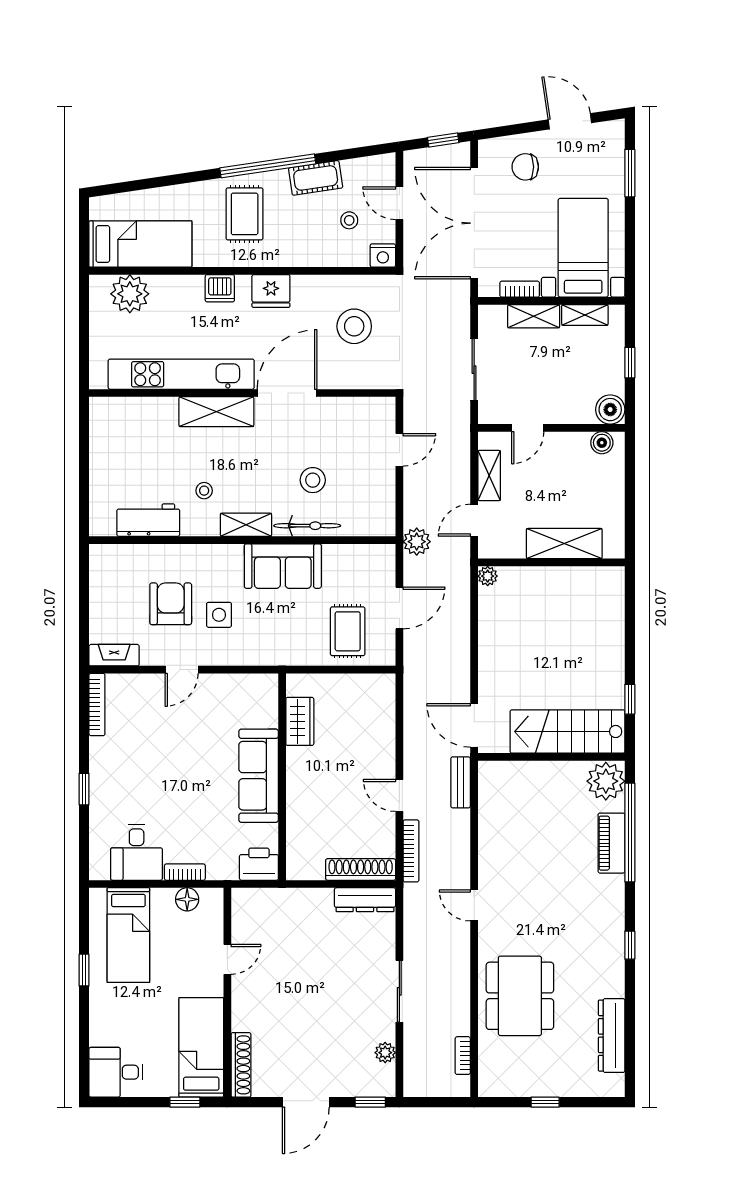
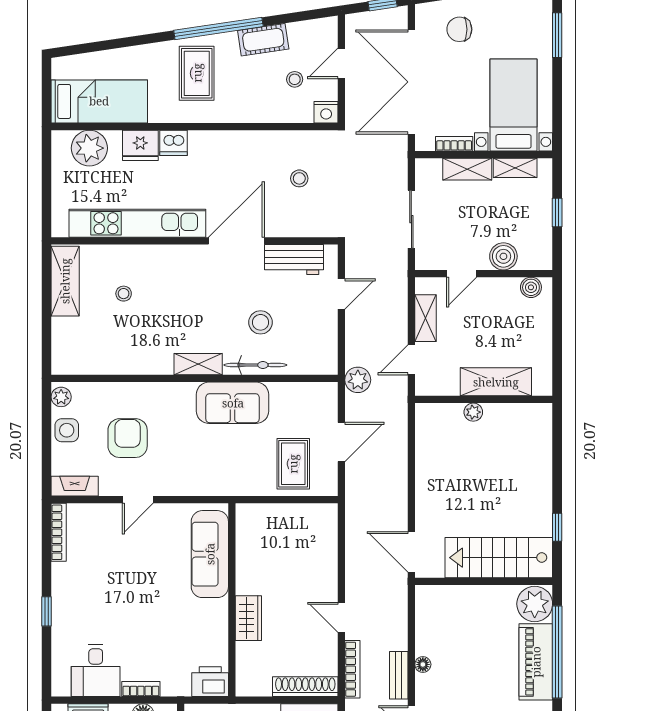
door: (399, 203) -> (341, 63), hinge flipped
fridge: (271, 291) -> (140, 145), moved
stool: (354, 326) -> (299, 178), width x0.53, depth x0.53
boiler: (610, 410) -> (503, 256), moved
shelving: (216, 412) -> (65, 281), moved, turned 90
stool: (204, 491) -> (124, 294), moved
workbench: (148, 520) -> (294, 260), moved, turned 180
plant: (100, 560) -> (61, 397), added
plant: (488, 576) -> (473, 412), moved
side table: (219, 615) -> (67, 430), moved
wardrobe: (300, 721) -> (248, 618), moved
sofa: (259, 776) -> (210, 554), moved
bench: (461, 782) -> (399, 675), moved
piano: (611, 843) -> (536, 662), width x1.37, depth x1.33
floor lamp: (486, 846) -> (423, 664), added

